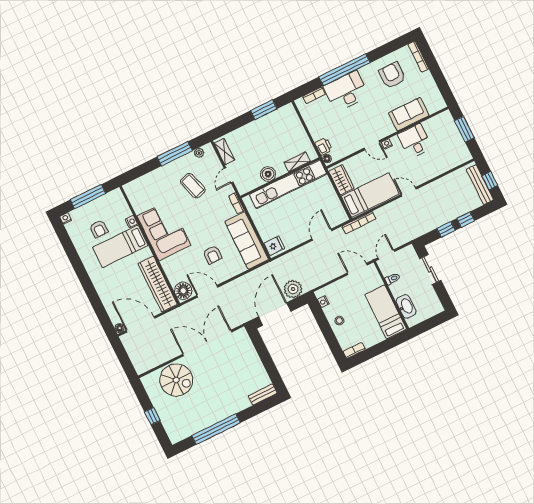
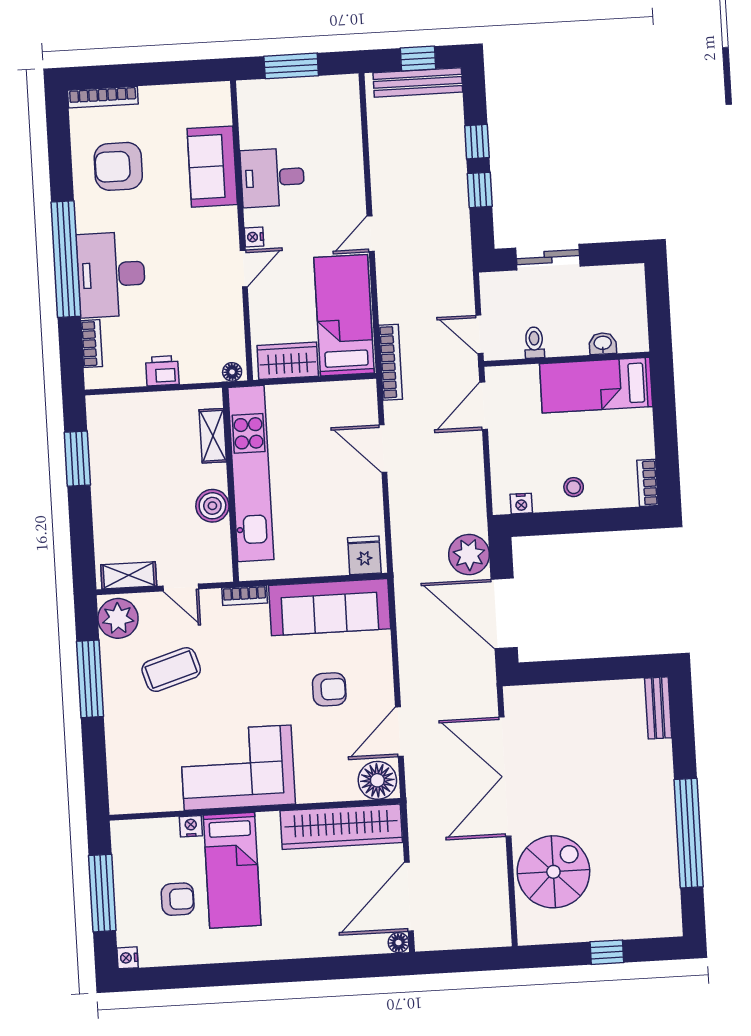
printer: (324, 146) -> (162, 371), moved
plant: (199, 153) -> (118, 618), width x1.87, depth x1.87
washbasin: (406, 306) -> (603, 343), width x0.52, depth x0.69

